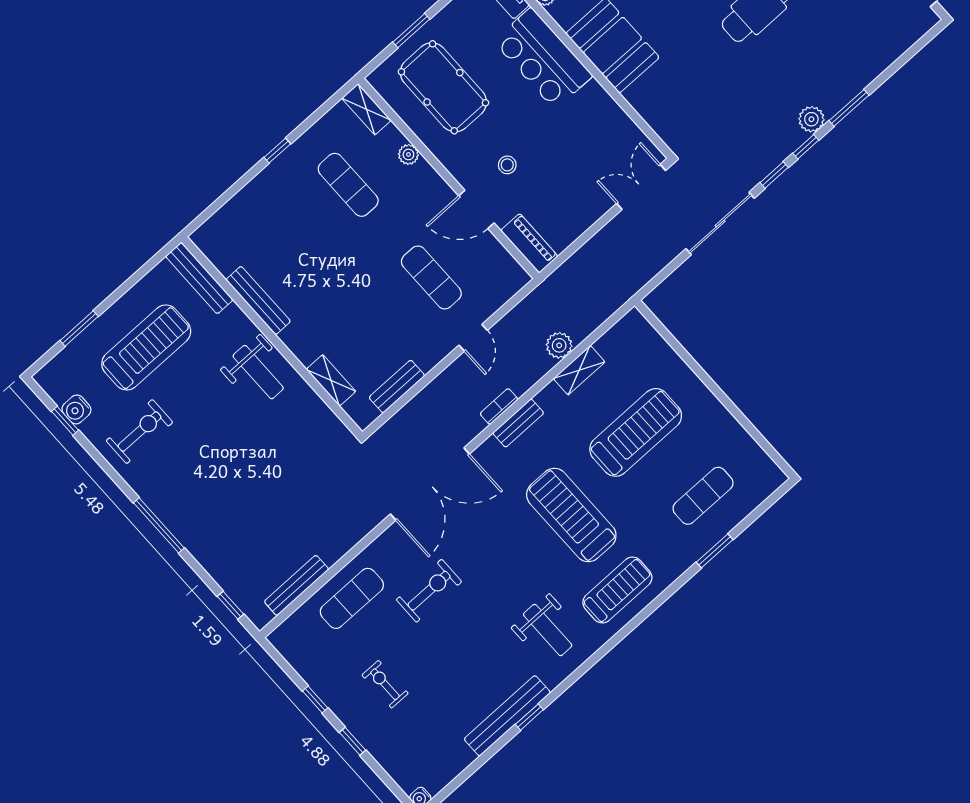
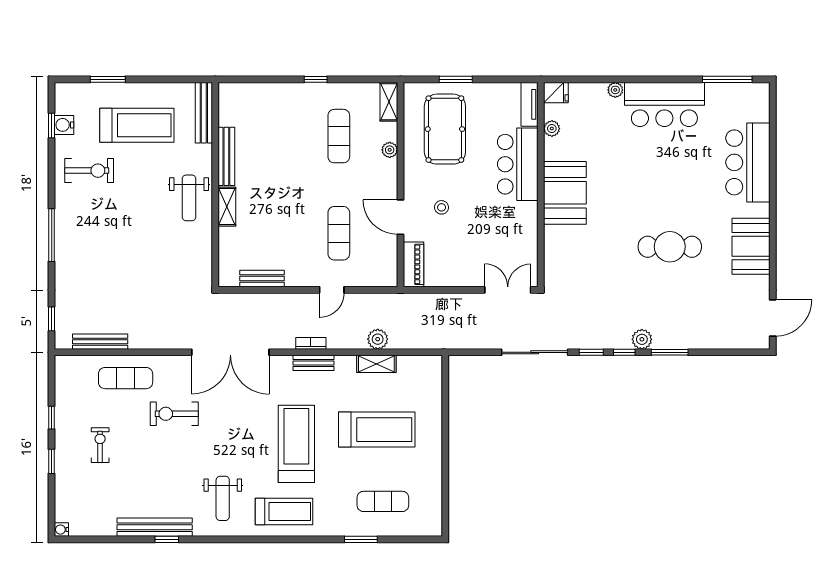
shelving: (331, 380) -> (227, 207), moved
exercise bike: (429, 591) -> (174, 414), turned 180

